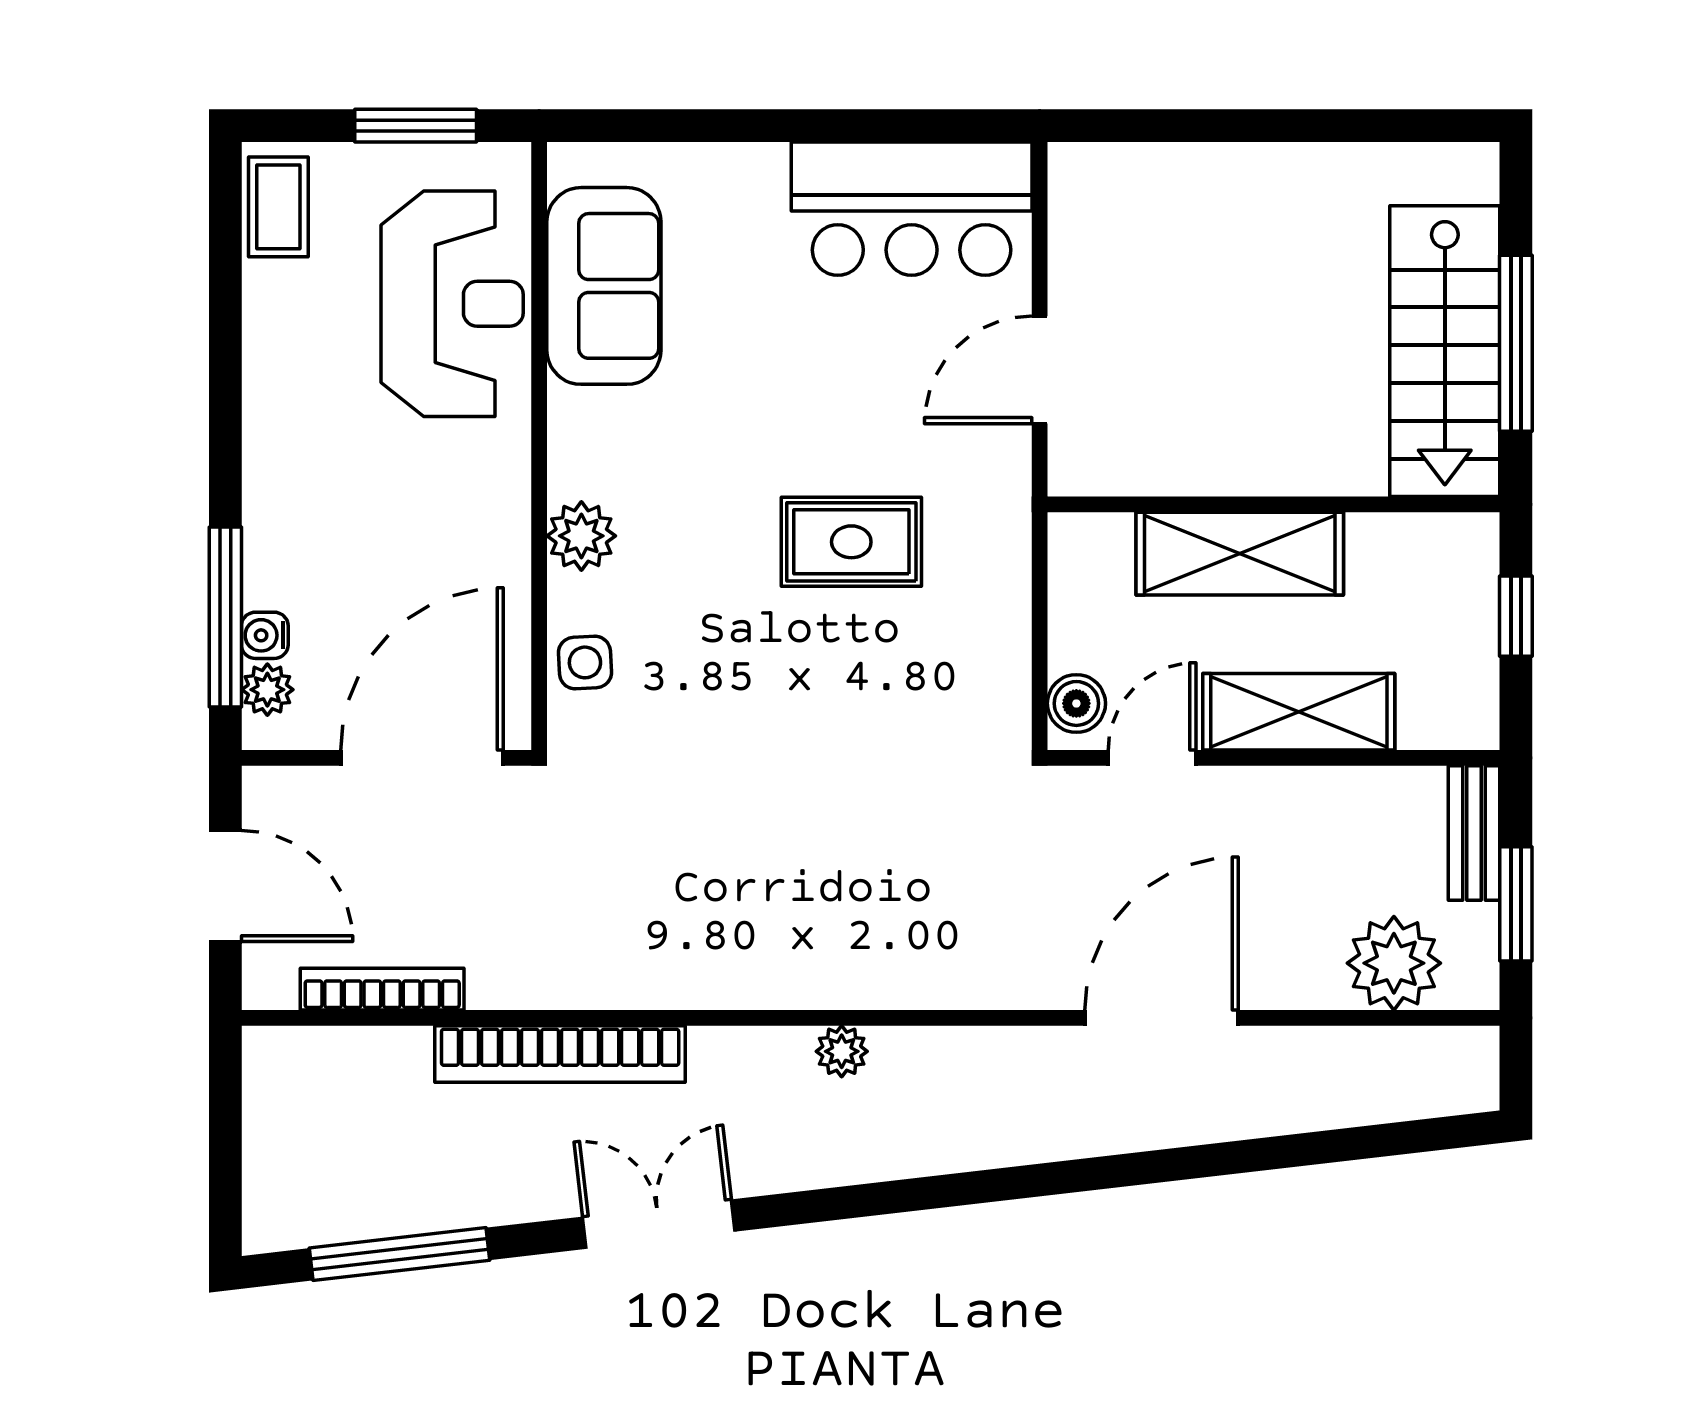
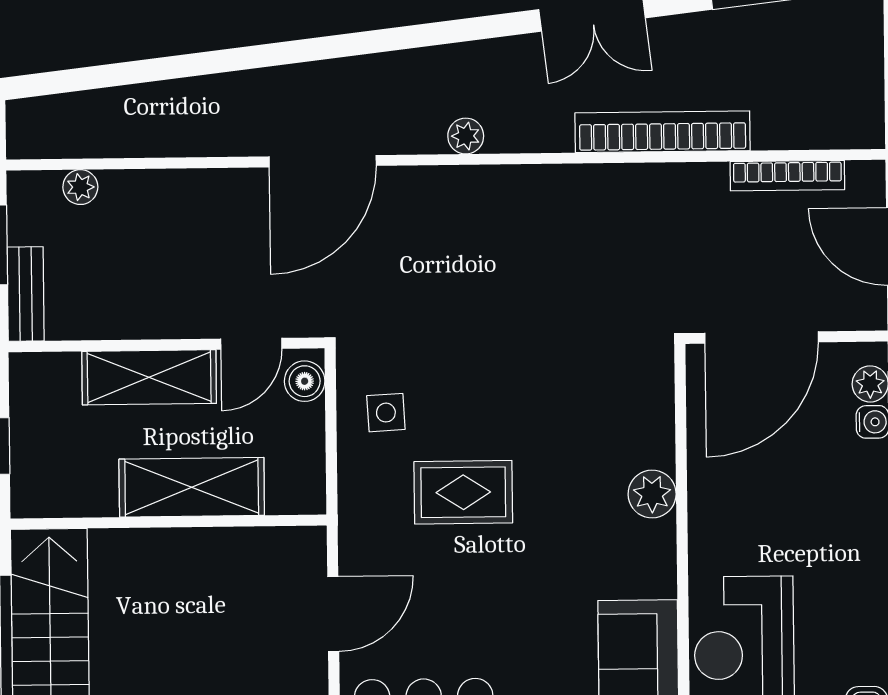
side table: (585, 662) -> (386, 413), moved
plant: (1394, 963) -> (80, 187), width x0.53, depth x0.53
door: (1162, 1018) -> (323, 161), moved

